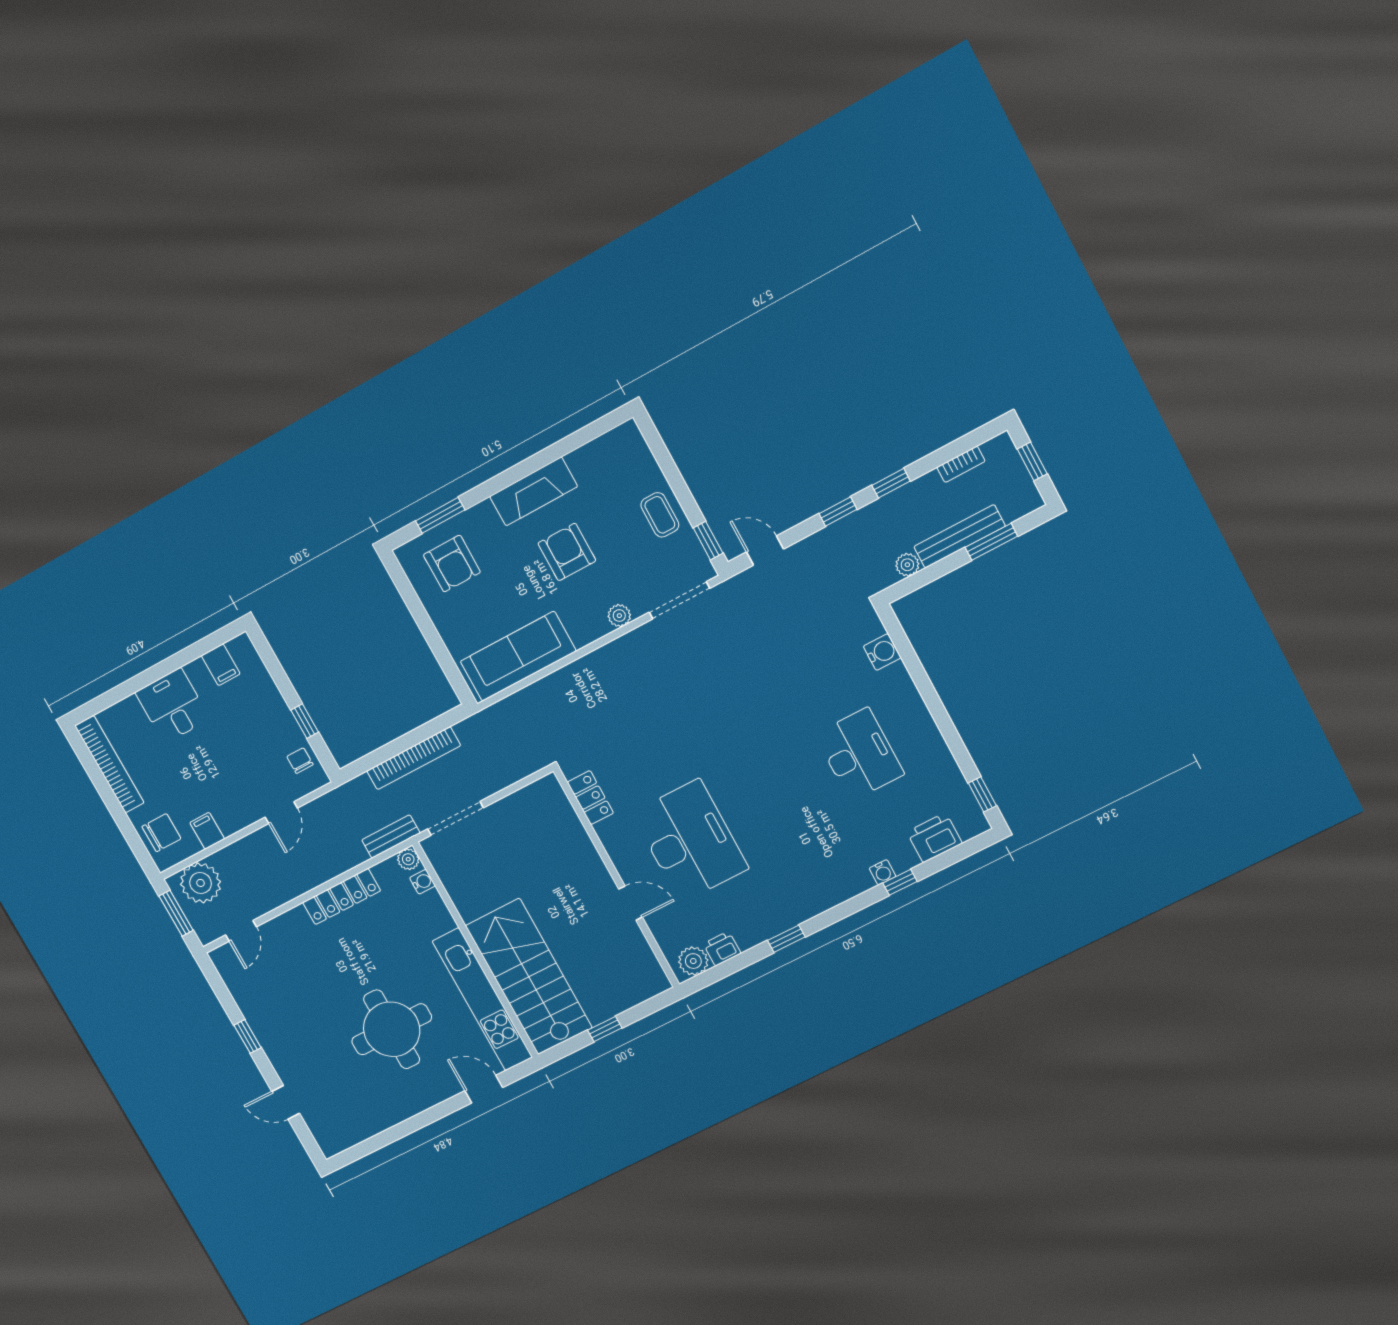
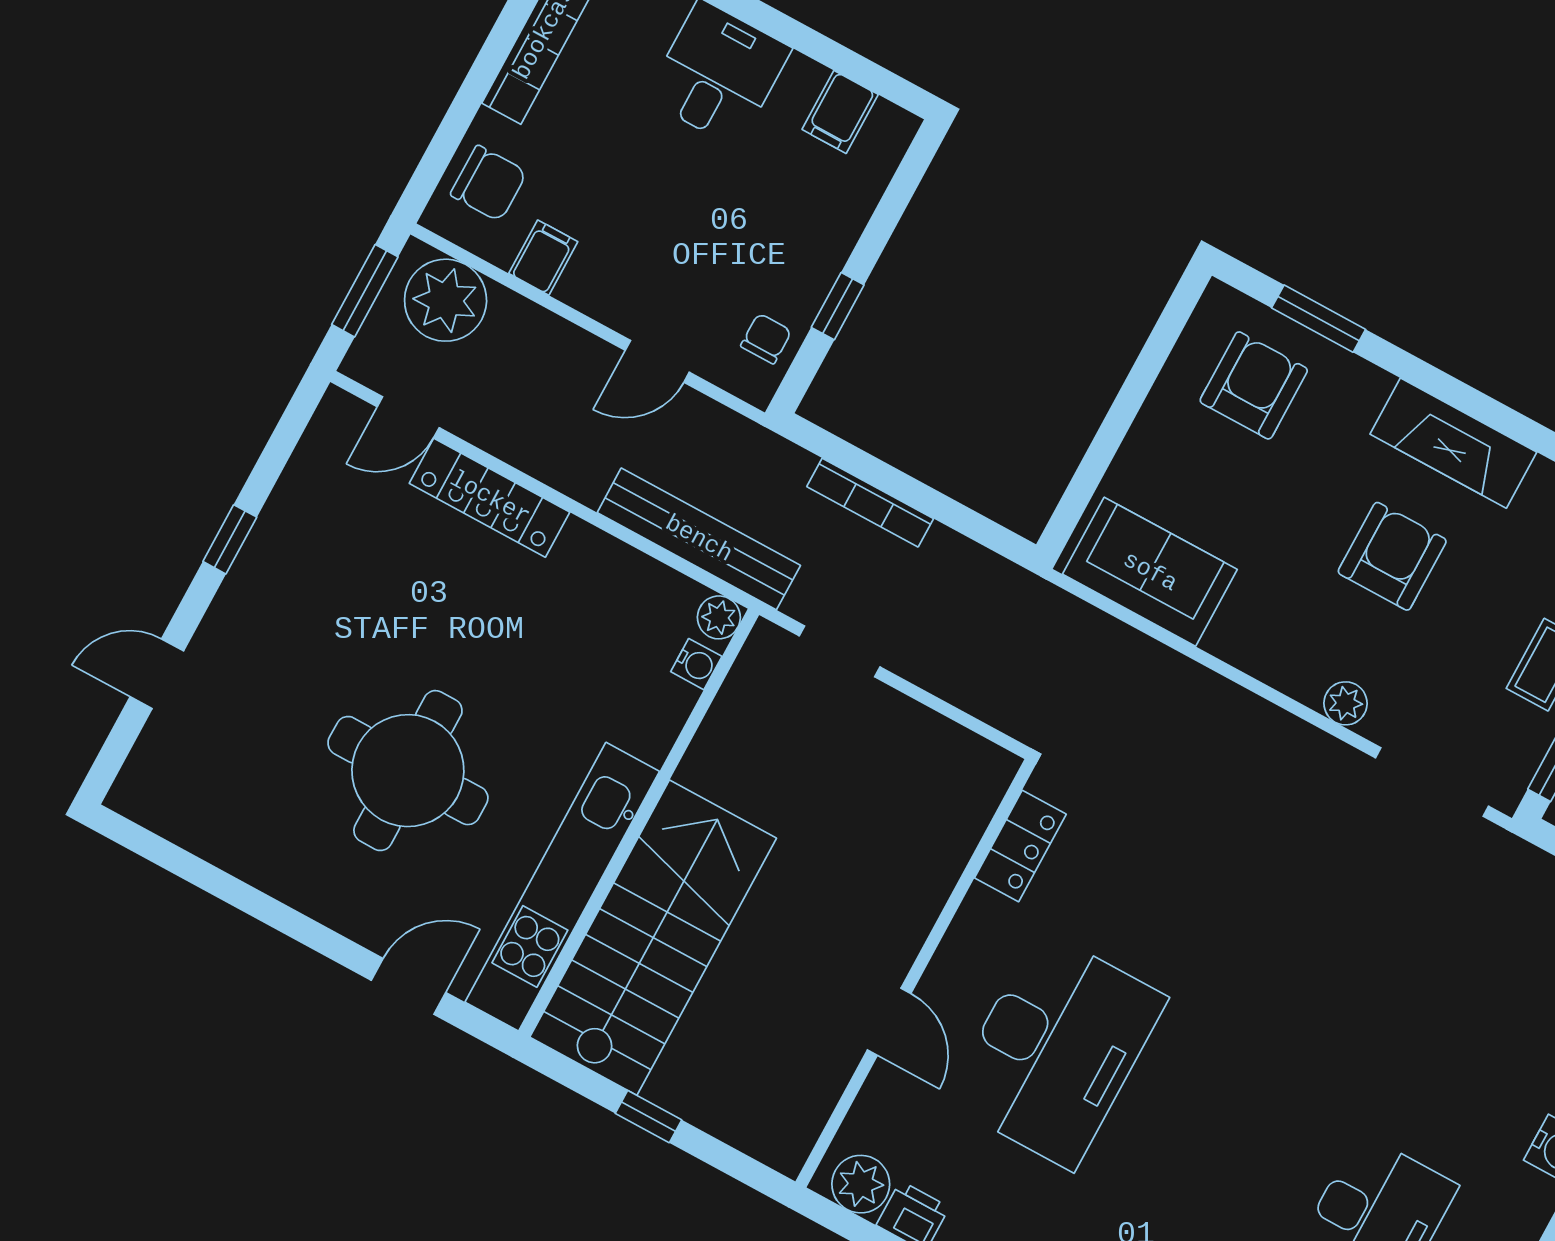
armchair: (452, 564) -> (1254, 385), turned 180
sofa: (518, 656) -> (1150, 572), width x0.73
bookcase: (414, 758) -> (870, 503), width x0.68, depth x0.76
doorway: (455, 818) -> (840, 651), width x0.73
bench: (391, 836) -> (699, 539), width x1.86, depth x1.21
locker: (342, 896) -> (490, 498), moved
door: (484, 1089) -> (409, 986), hinge flipped
door: (286, 1102) -> (157, 674), hinge flipped

